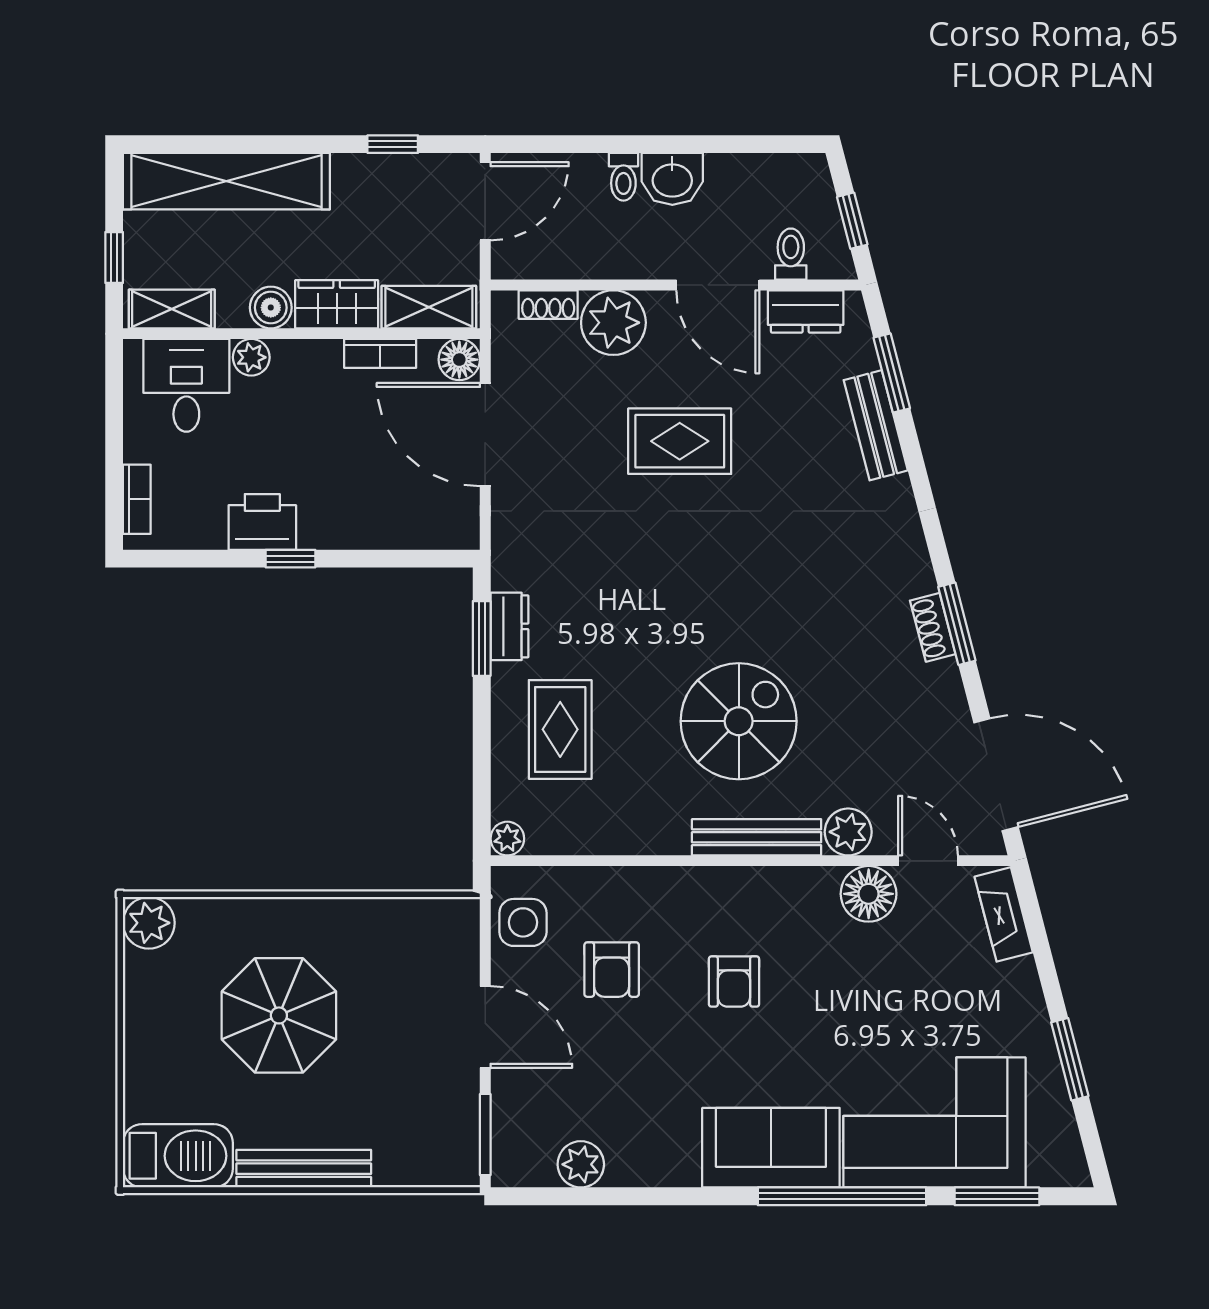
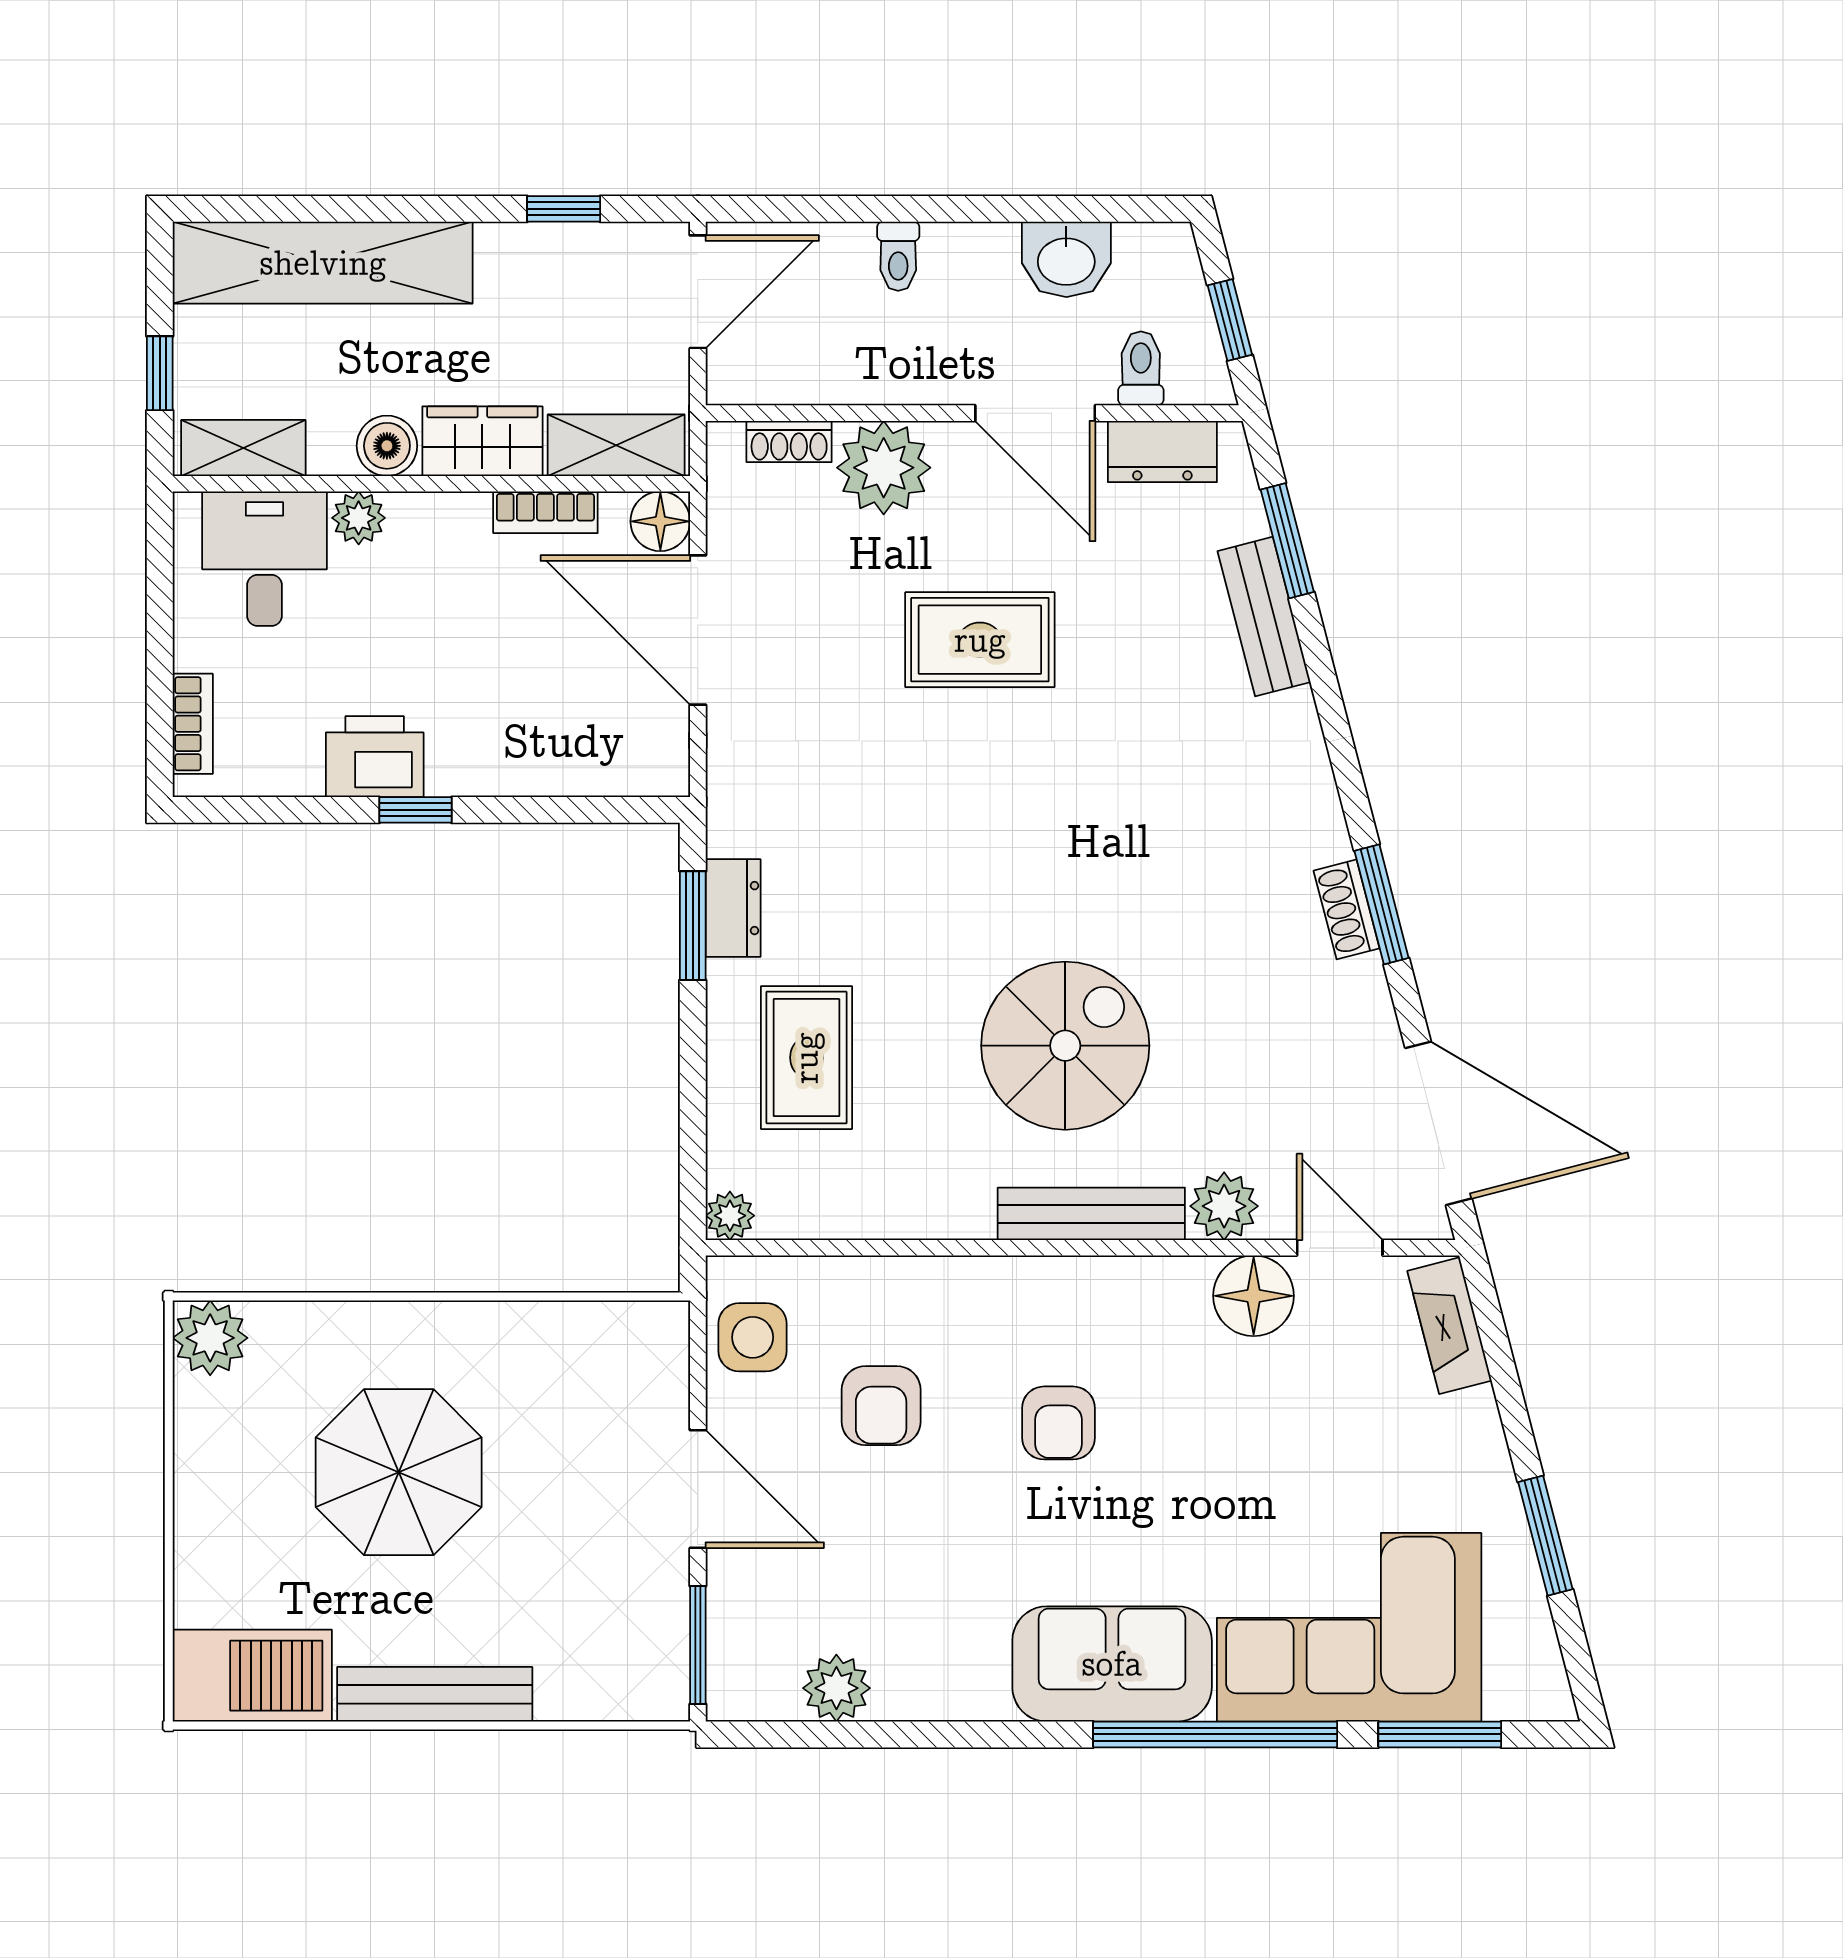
washbasin: (672, 179) -> (1066, 259), moved

